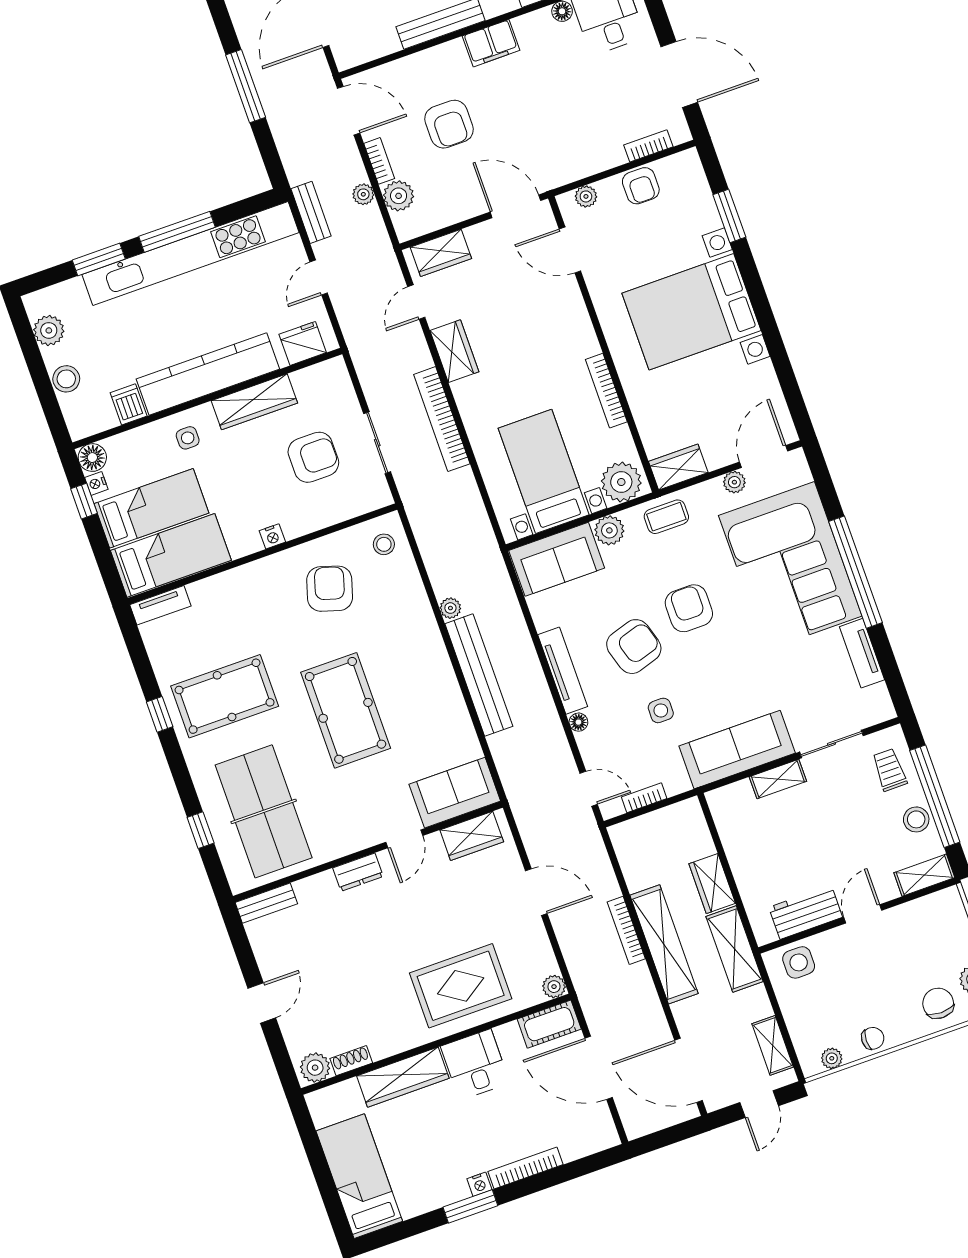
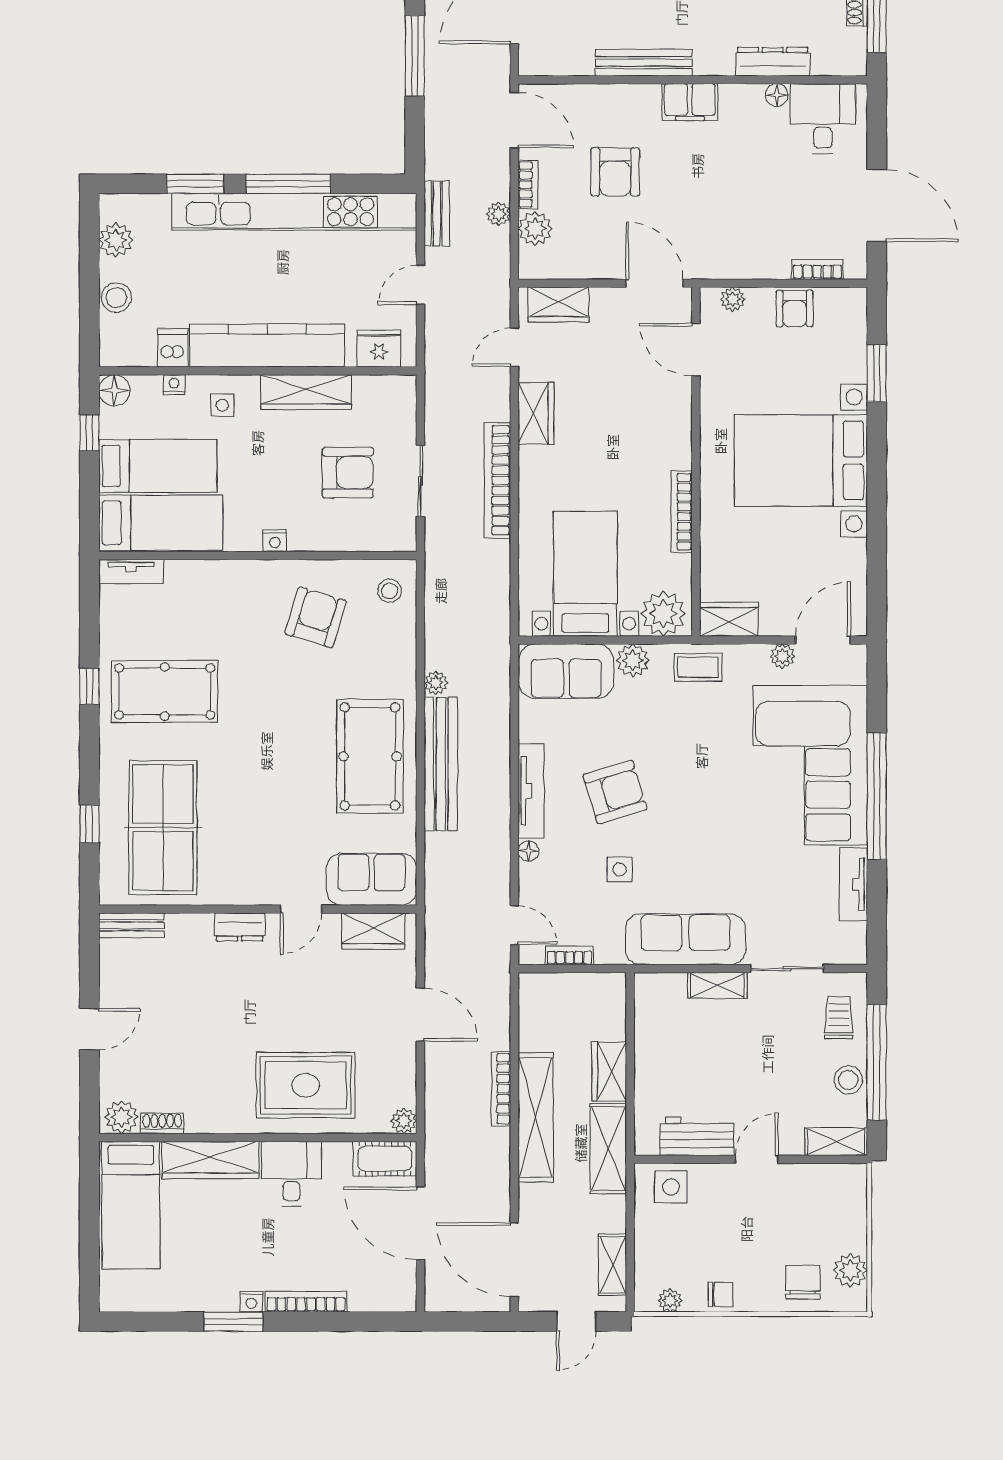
nightstand: (96, 483) -> (174, 385), moved, turned 90
armchair: (689, 608) -> (687, 772), removed
pool table: (346, 710) -> (370, 756), moved
bed: (359, 1176) -> (131, 1205), moved, turned 180

